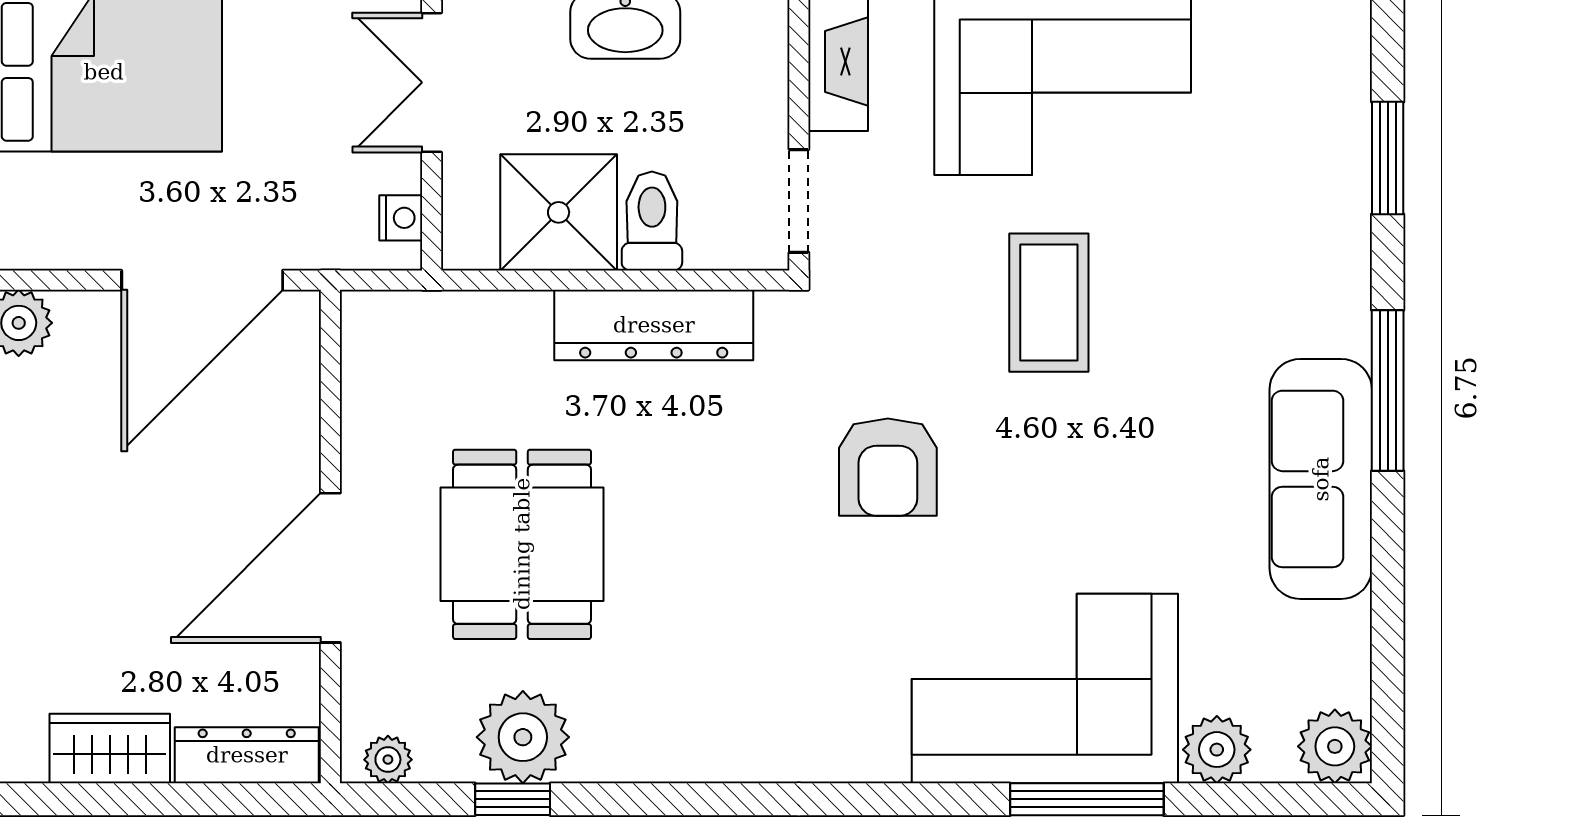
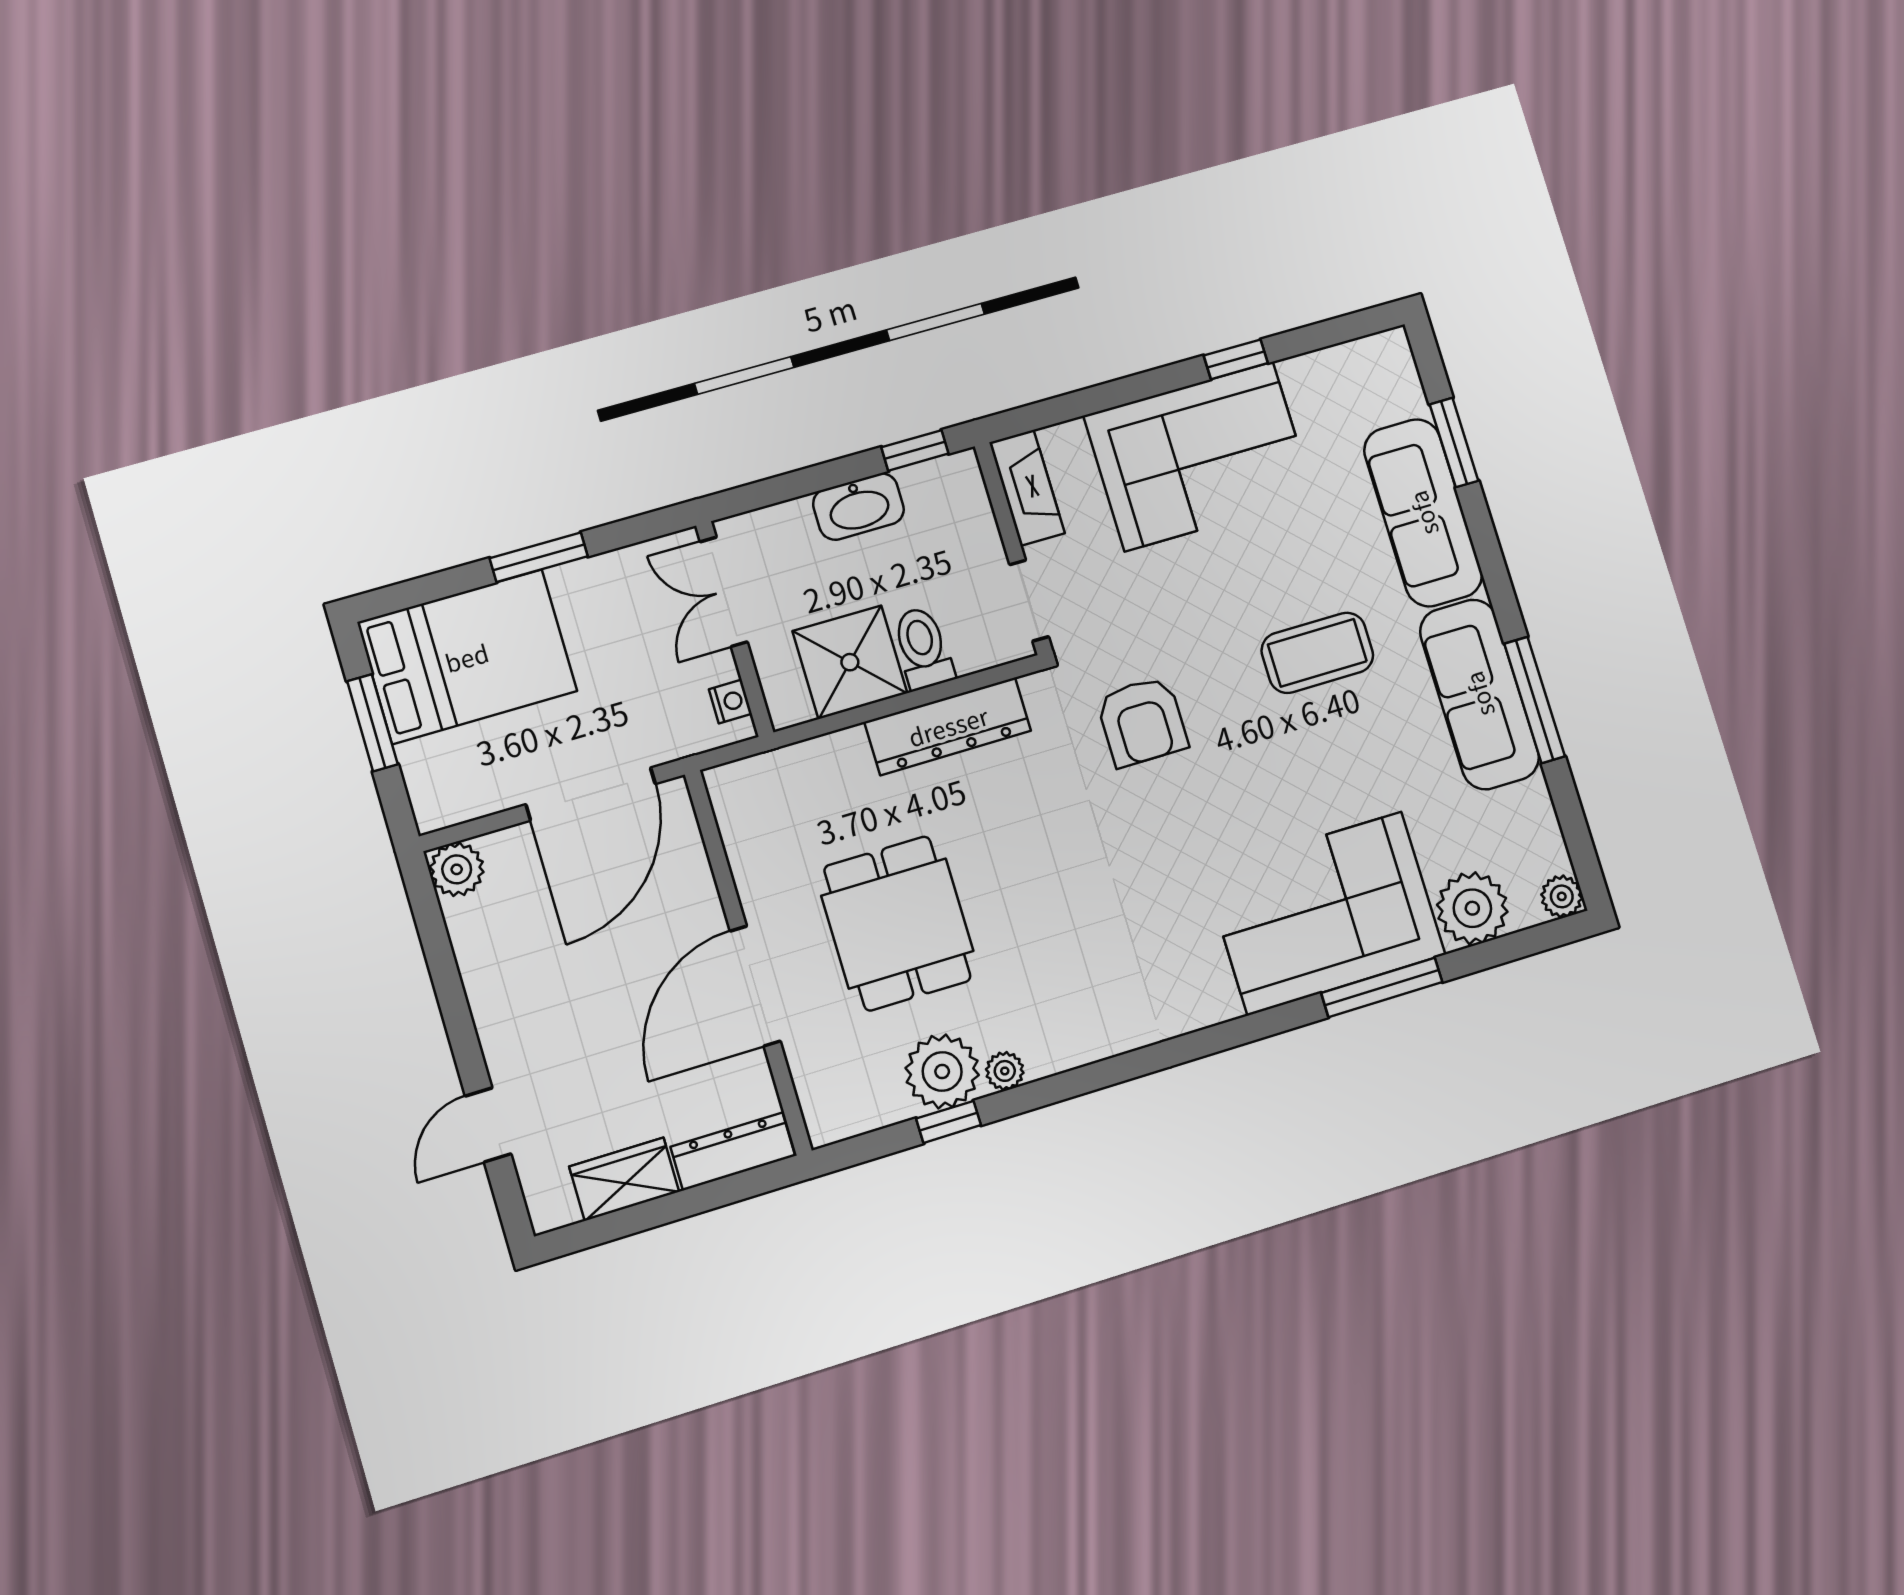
sofa: (1321, 234) -> (1423, 513), added
coffee table: (1049, 303) -> (1317, 653), moved, turned 90
window: (1388, 390) -> (1535, 700), moved
armchair: (888, 467) -> (1142, 722), moved
plant: (1335, 746) -> (1562, 896), width x0.73, depth x0.73
plant: (1217, 750) -> (1472, 908), width x1.36, depth x1.36
plant: (388, 760) -> (1005, 1071), moved

